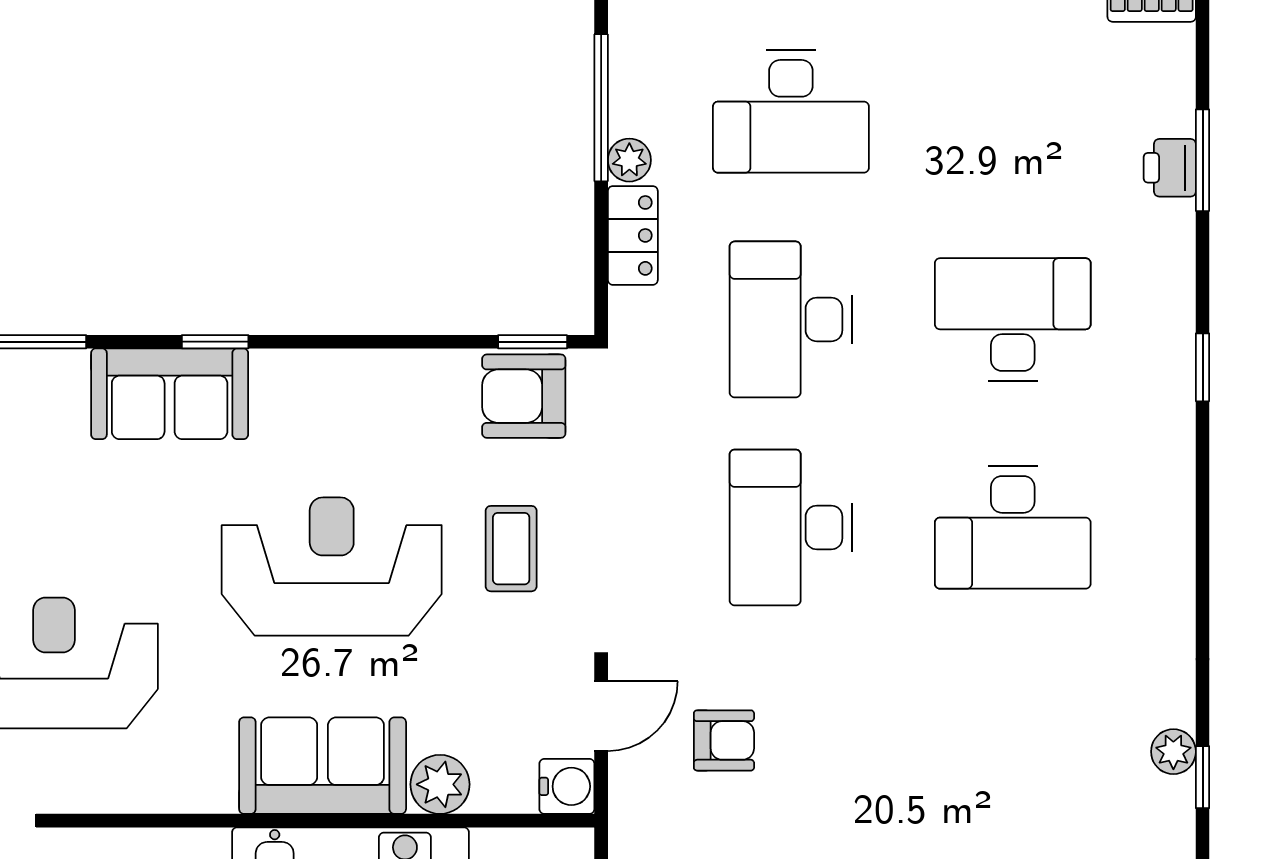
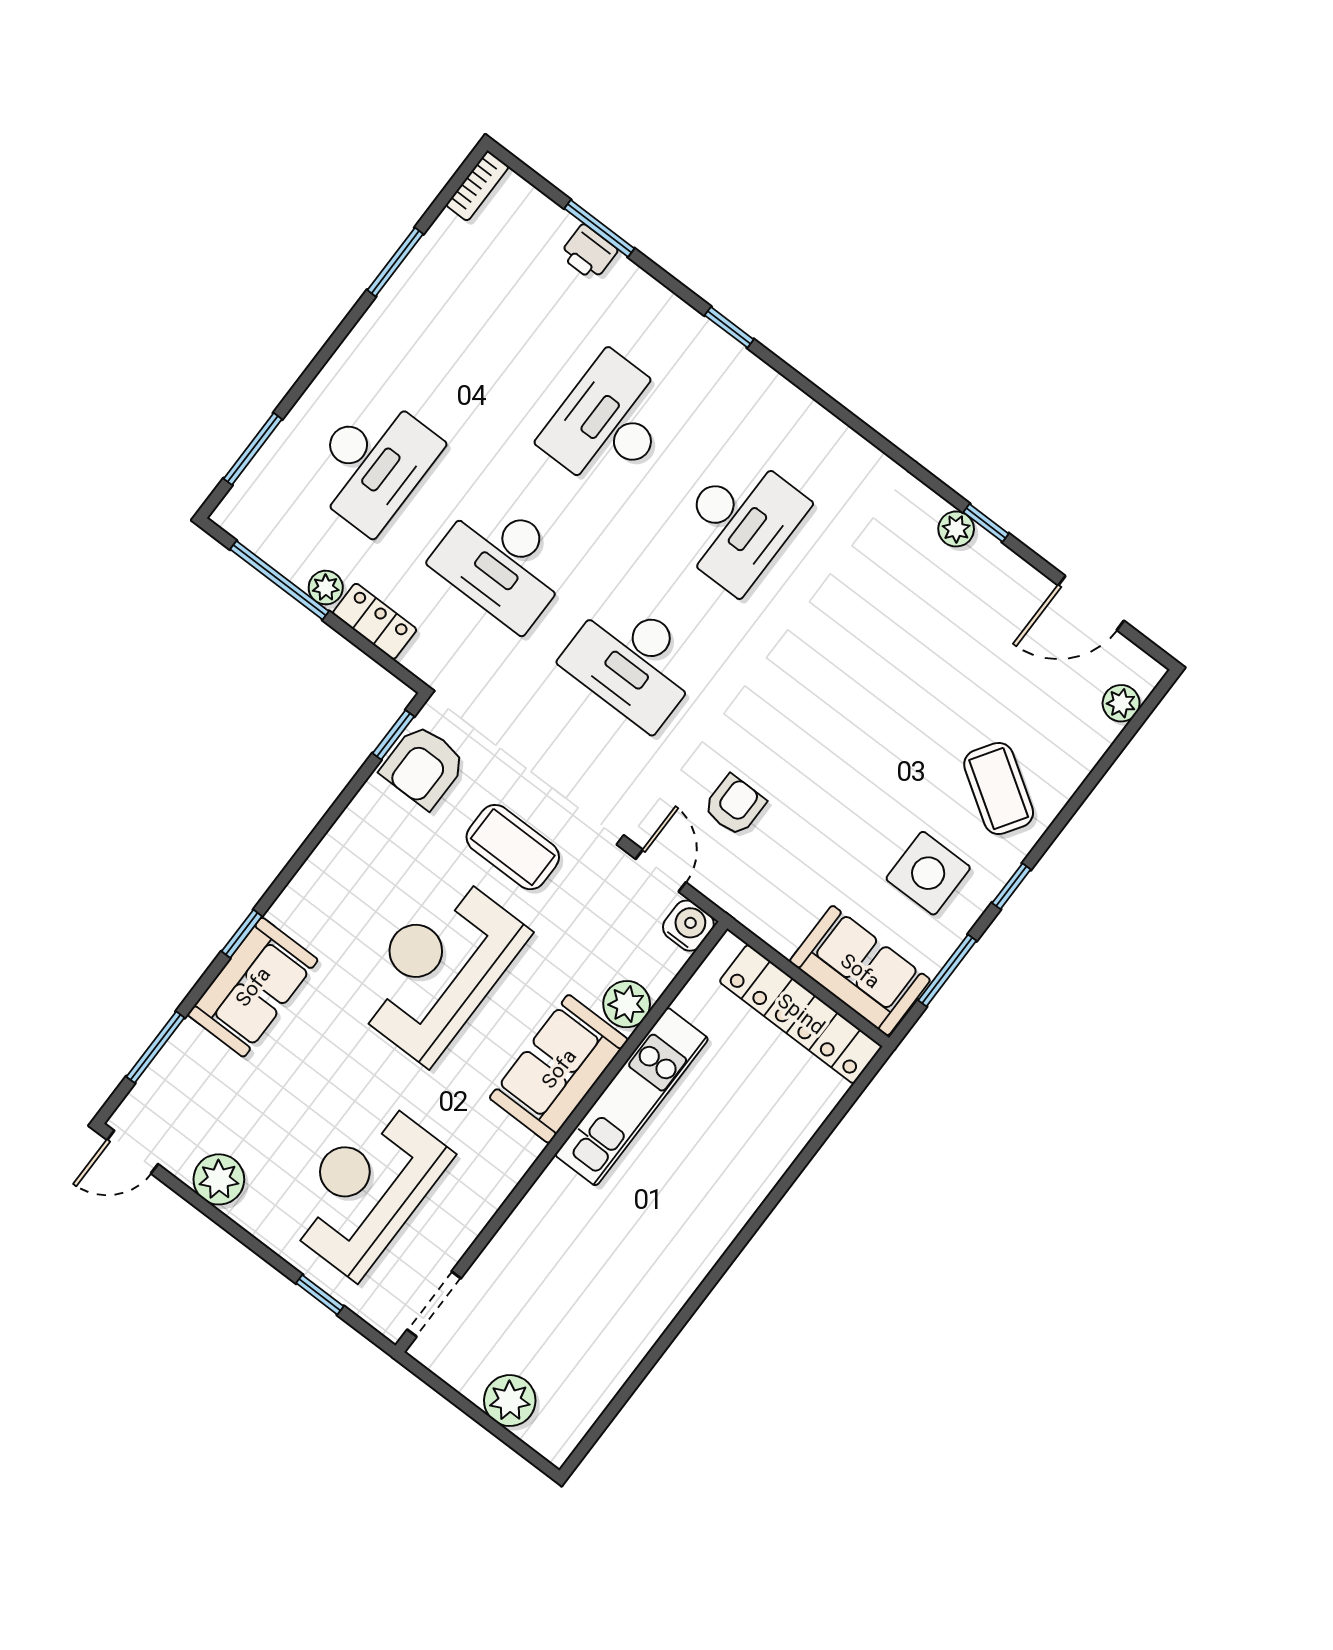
coffee table: (511, 549) -> (513, 847), width x1.36, depth x1.30

